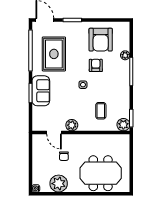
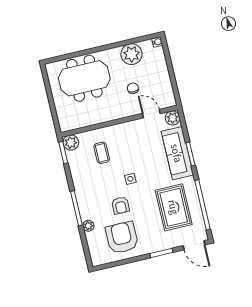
sofa: (41, 91) -> (177, 153), width x1.36
plant: (72, 125) -> (173, 118), moved

